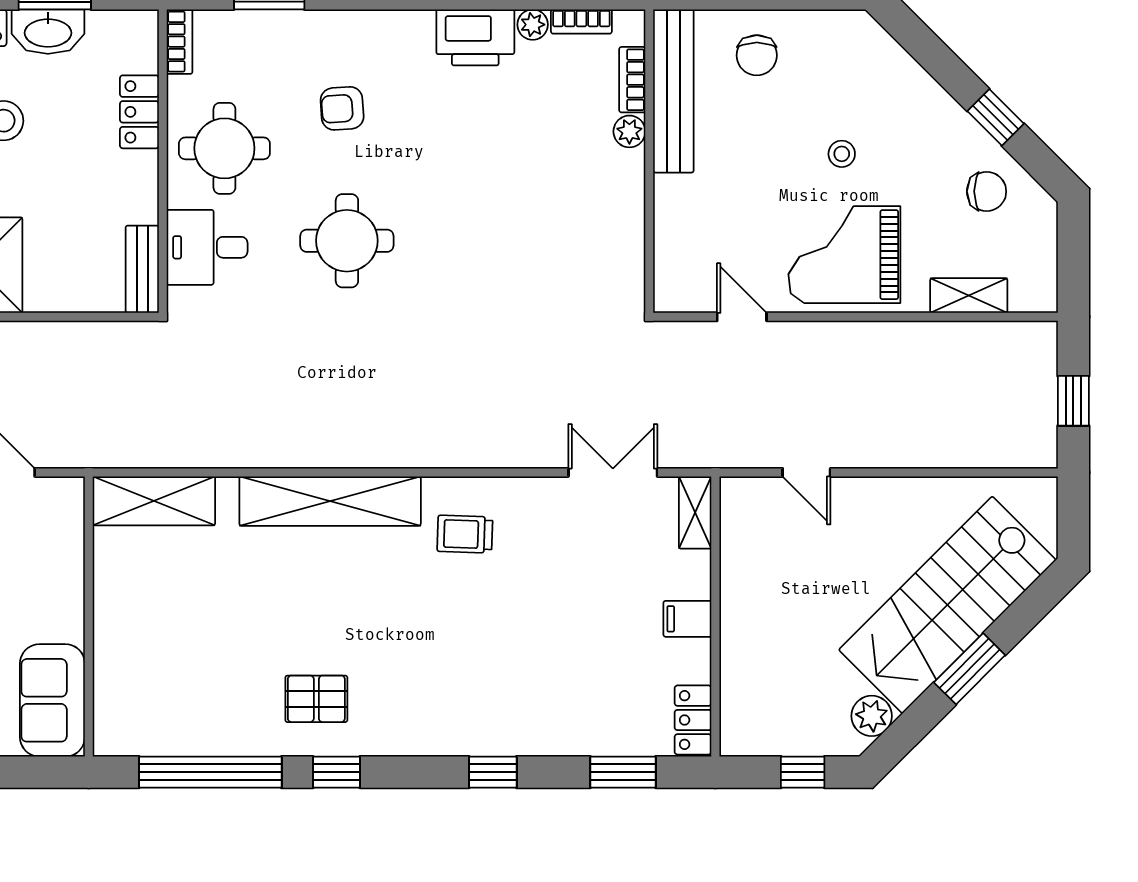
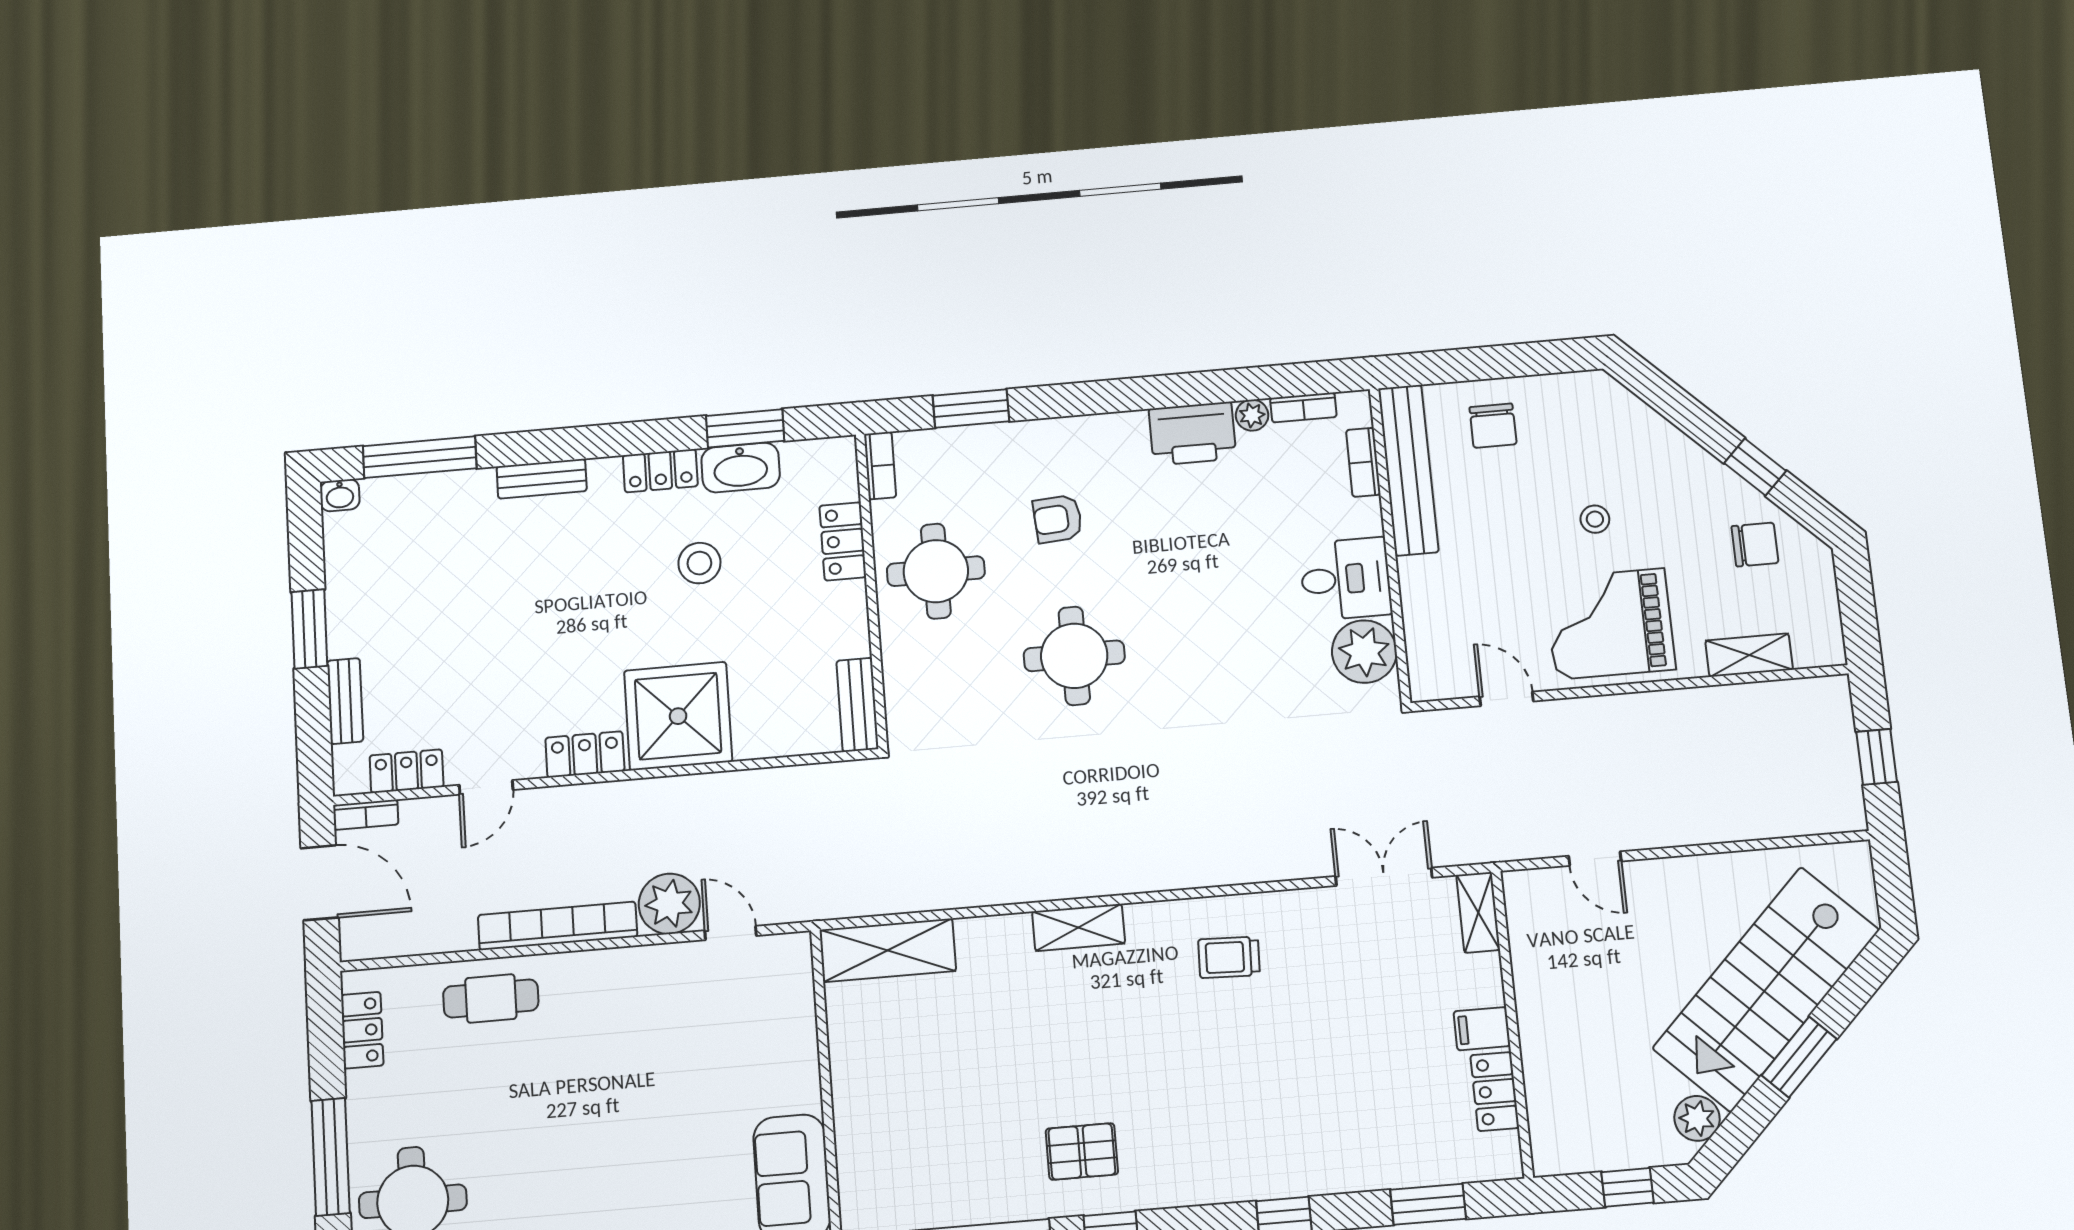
plant: (629, 131) -> (1364, 652), moved, width x1.88, depth x1.88
desk: (207, 247) -> (1346, 579), moved, turned 180
shelving: (330, 501) -> (1079, 927), width x0.45, depth x0.75
locker: (693, 720) -> (1495, 1092), moved

